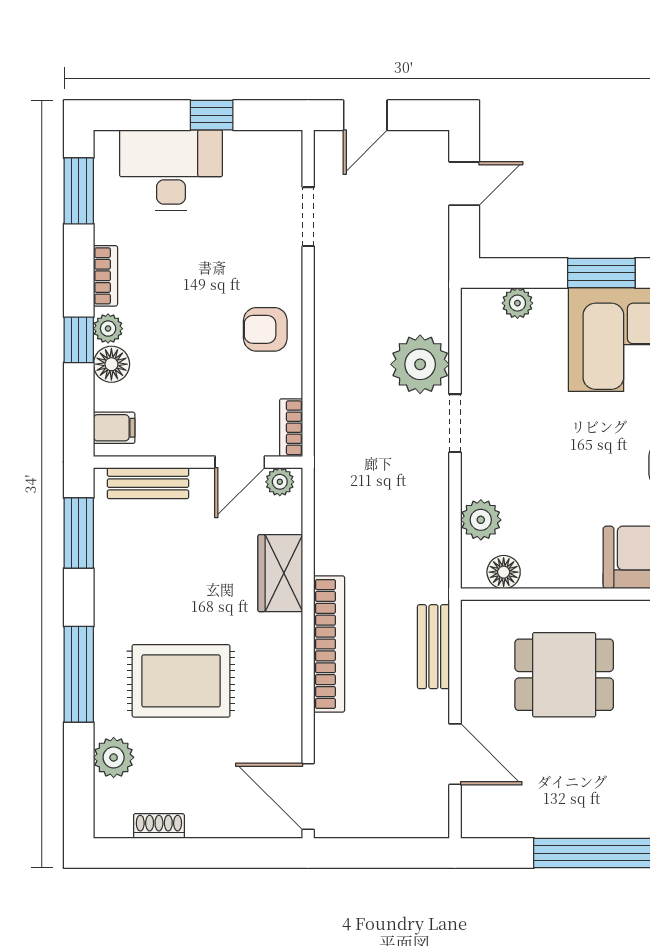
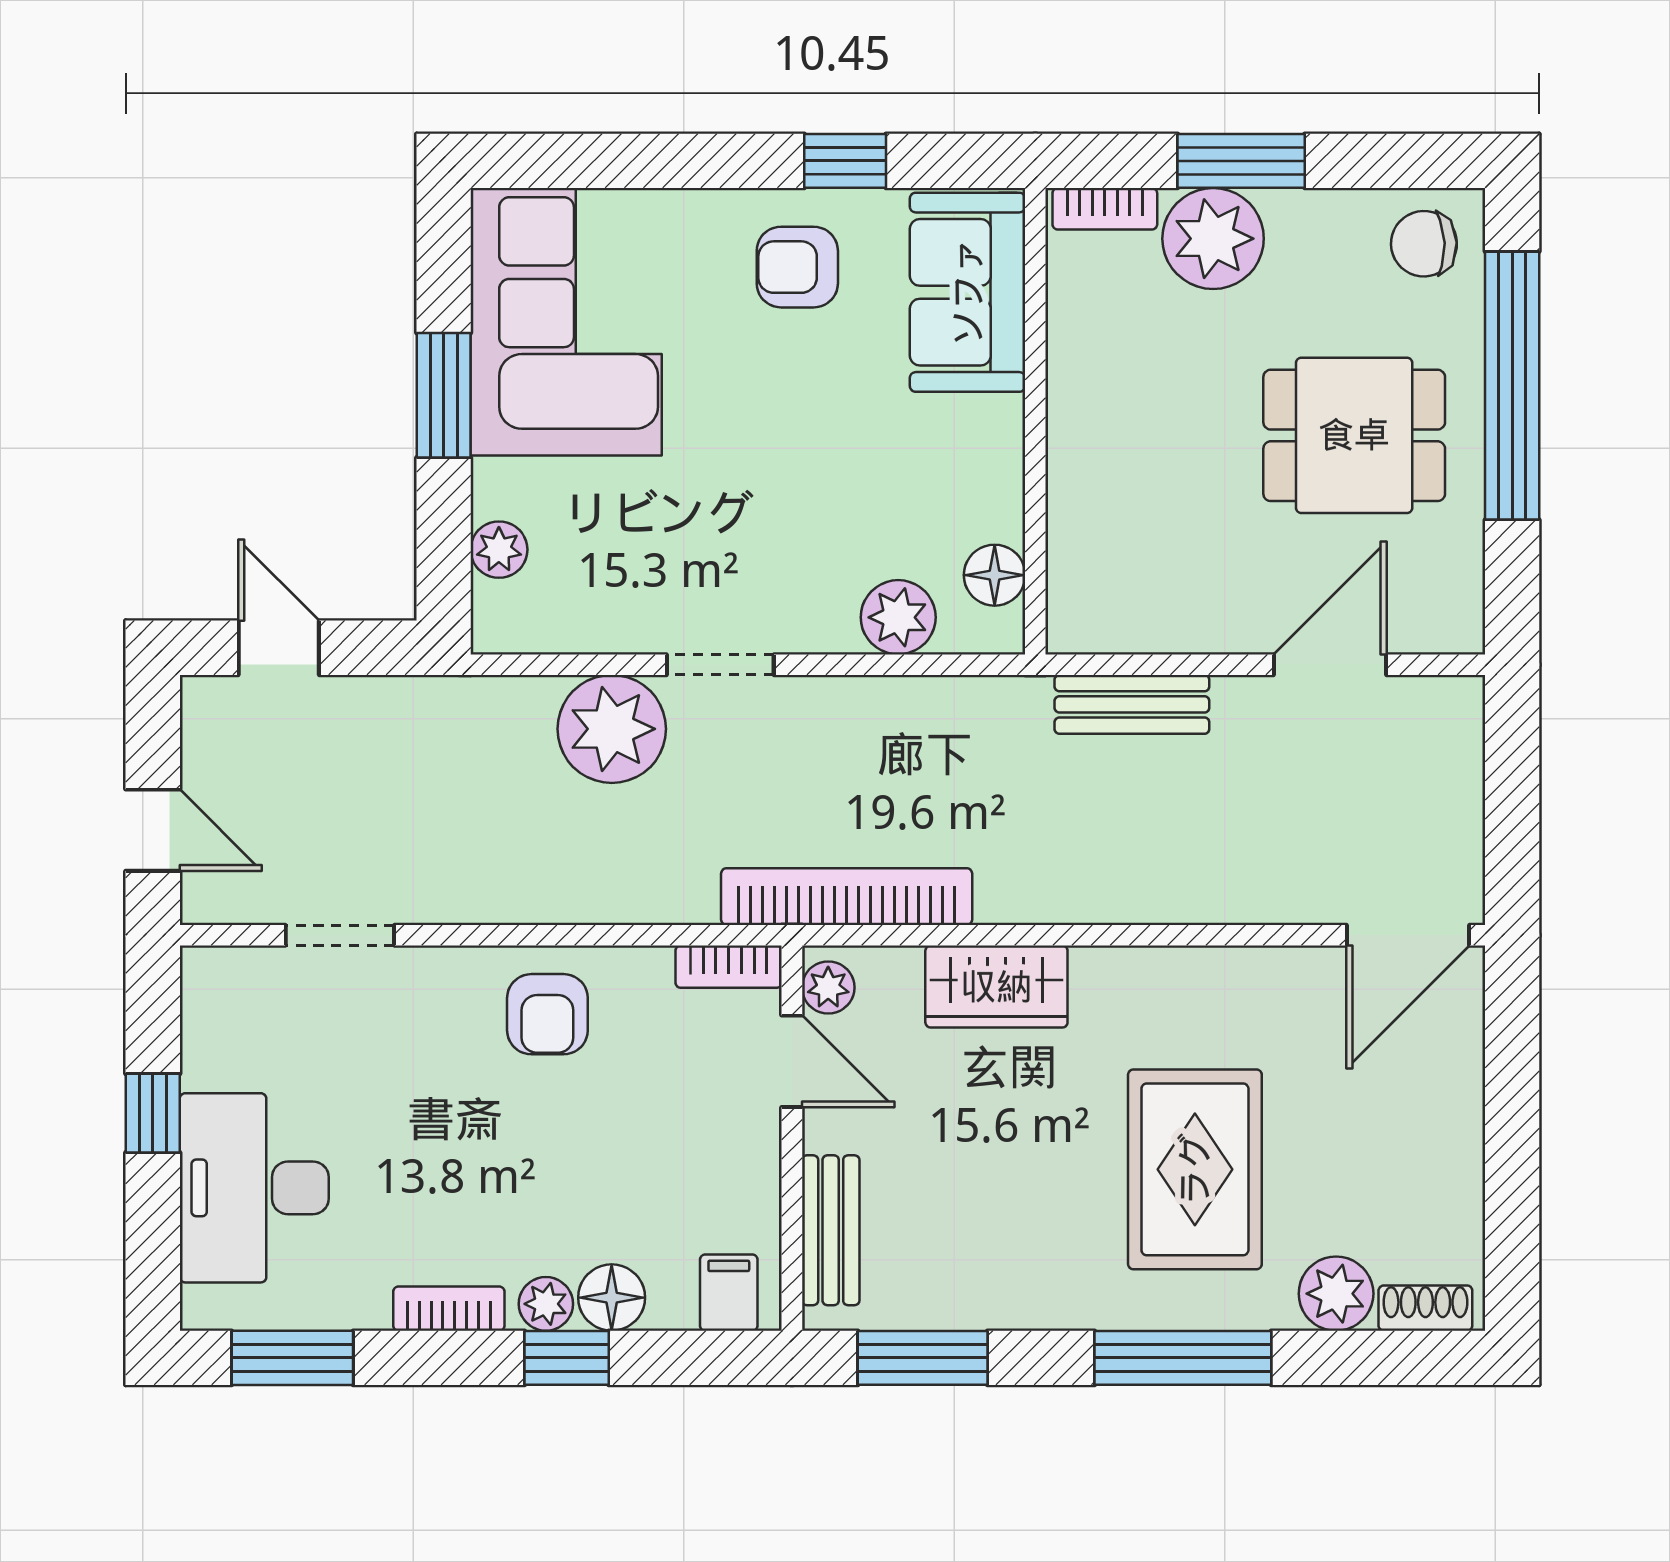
bookcase: (329, 644) -> (847, 897), moved
dining table: (564, 675) -> (1354, 435), moved, turned 90
shoe rack: (159, 826) -> (1425, 1308), moved, turned 90

